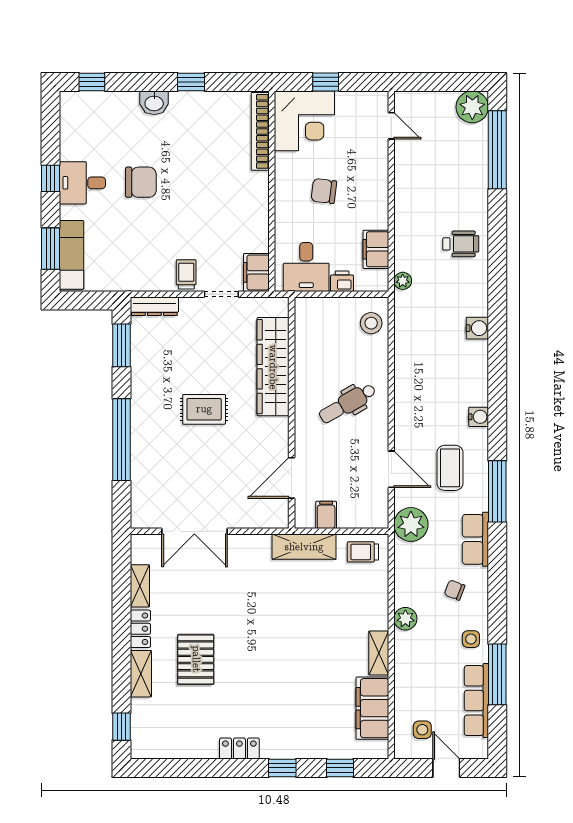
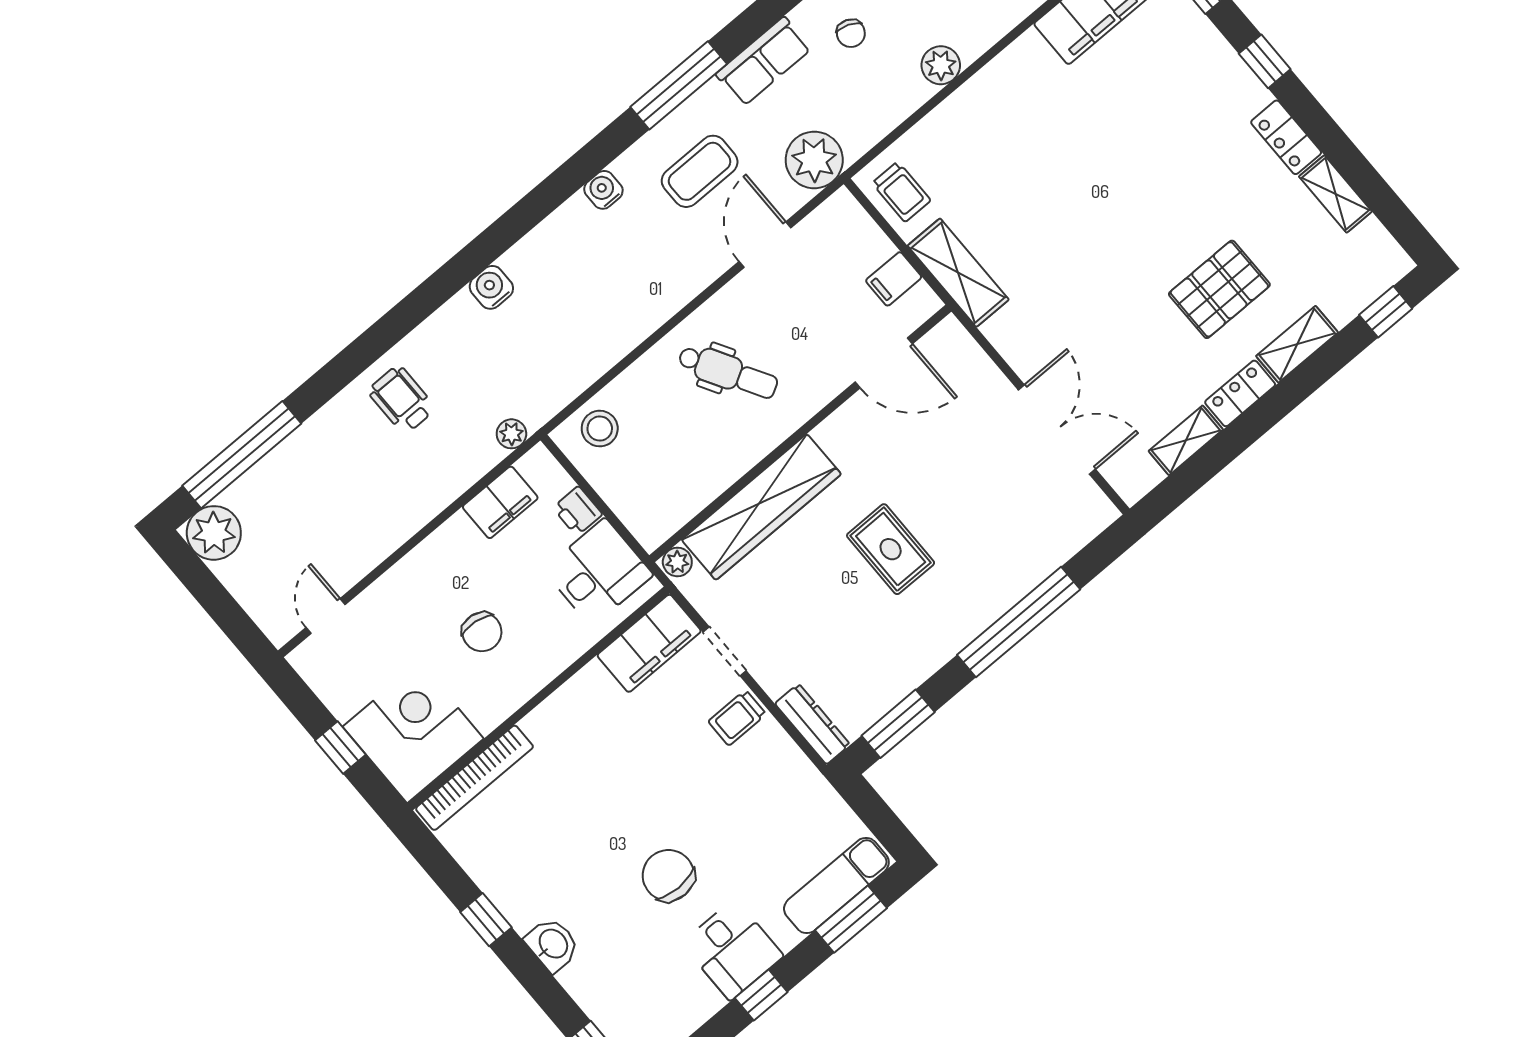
filing cabinet: (256, 272) -> (649, 643), width x1.50, depth x1.17
plant: (280, 307) -> (677, 562), added
shelving: (379, 653) -> (1335, 194), moved, turned 90

